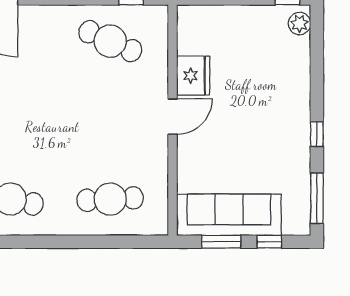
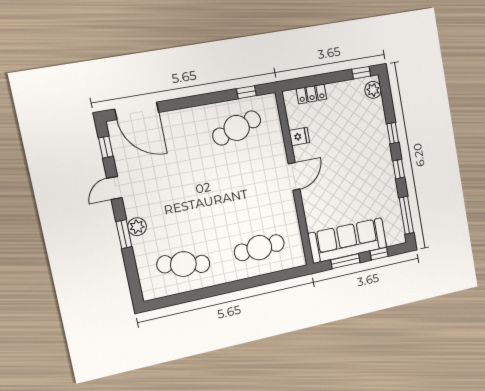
locker: (215, 15) -> (311, 94), added
cafe table: (110, 41) -> (237, 128), turned -42
fridge: (193, 76) -> (299, 137), width x0.53, depth x0.75
window: (317, 85) -> (393, 133), added

